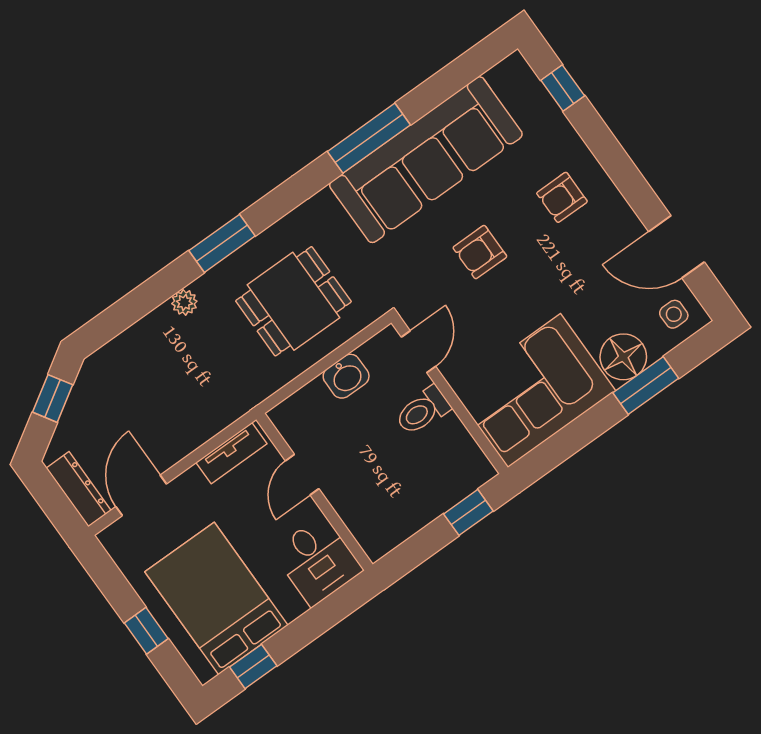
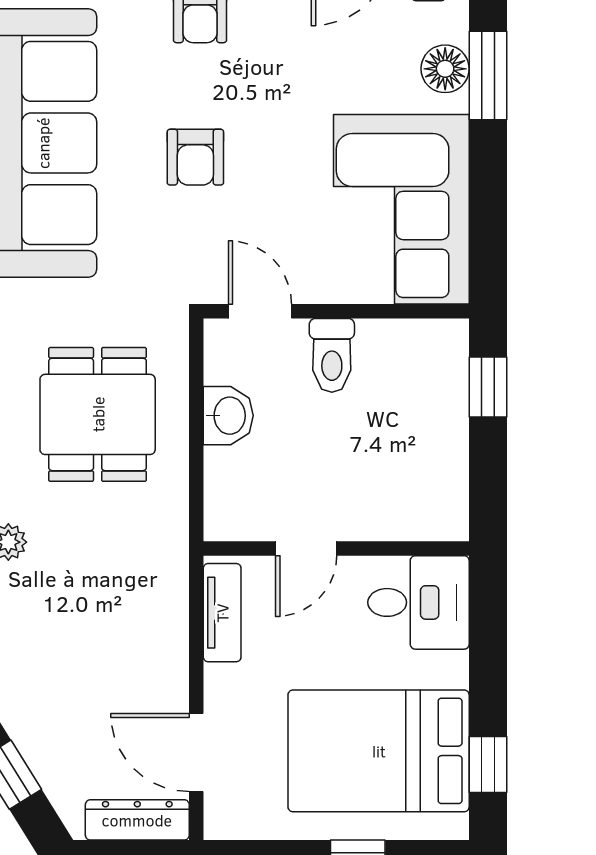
floor lamp: (623, 357) -> (445, 69), width x0.73, depth x0.73
door: (302, 475) -> (306, 548), hinge flipped

